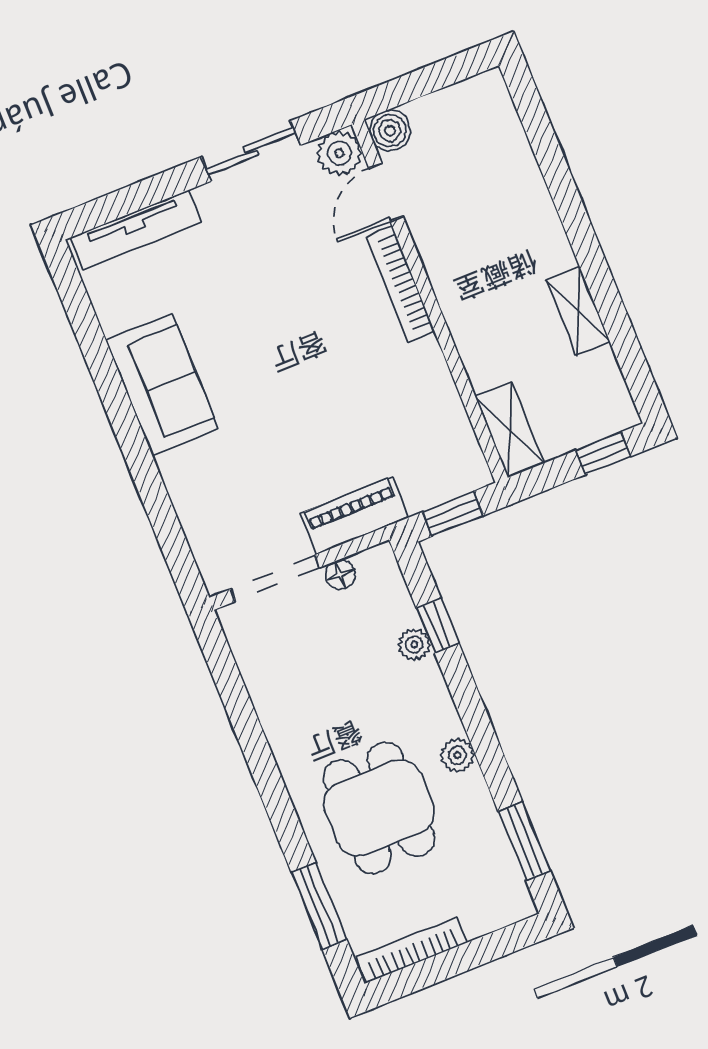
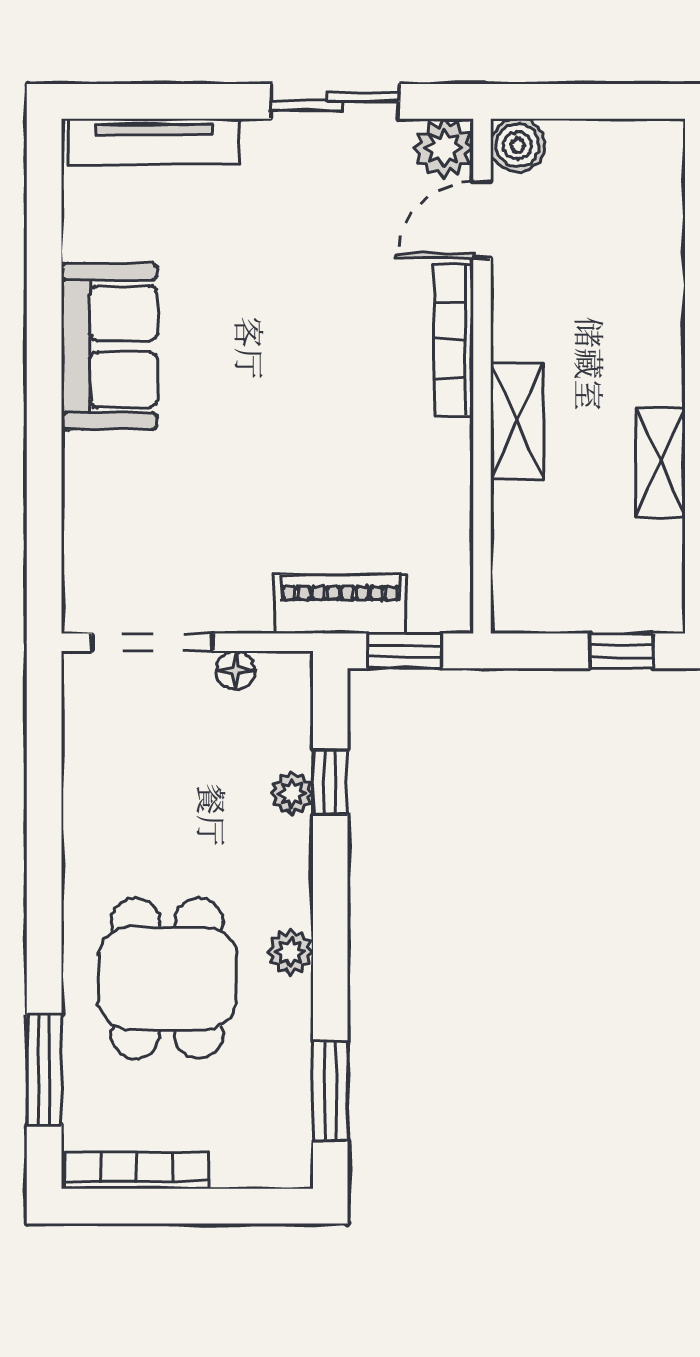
shelving: (510, 430) -> (517, 421), moved
piano: (354, 516) -> (340, 604), moved

